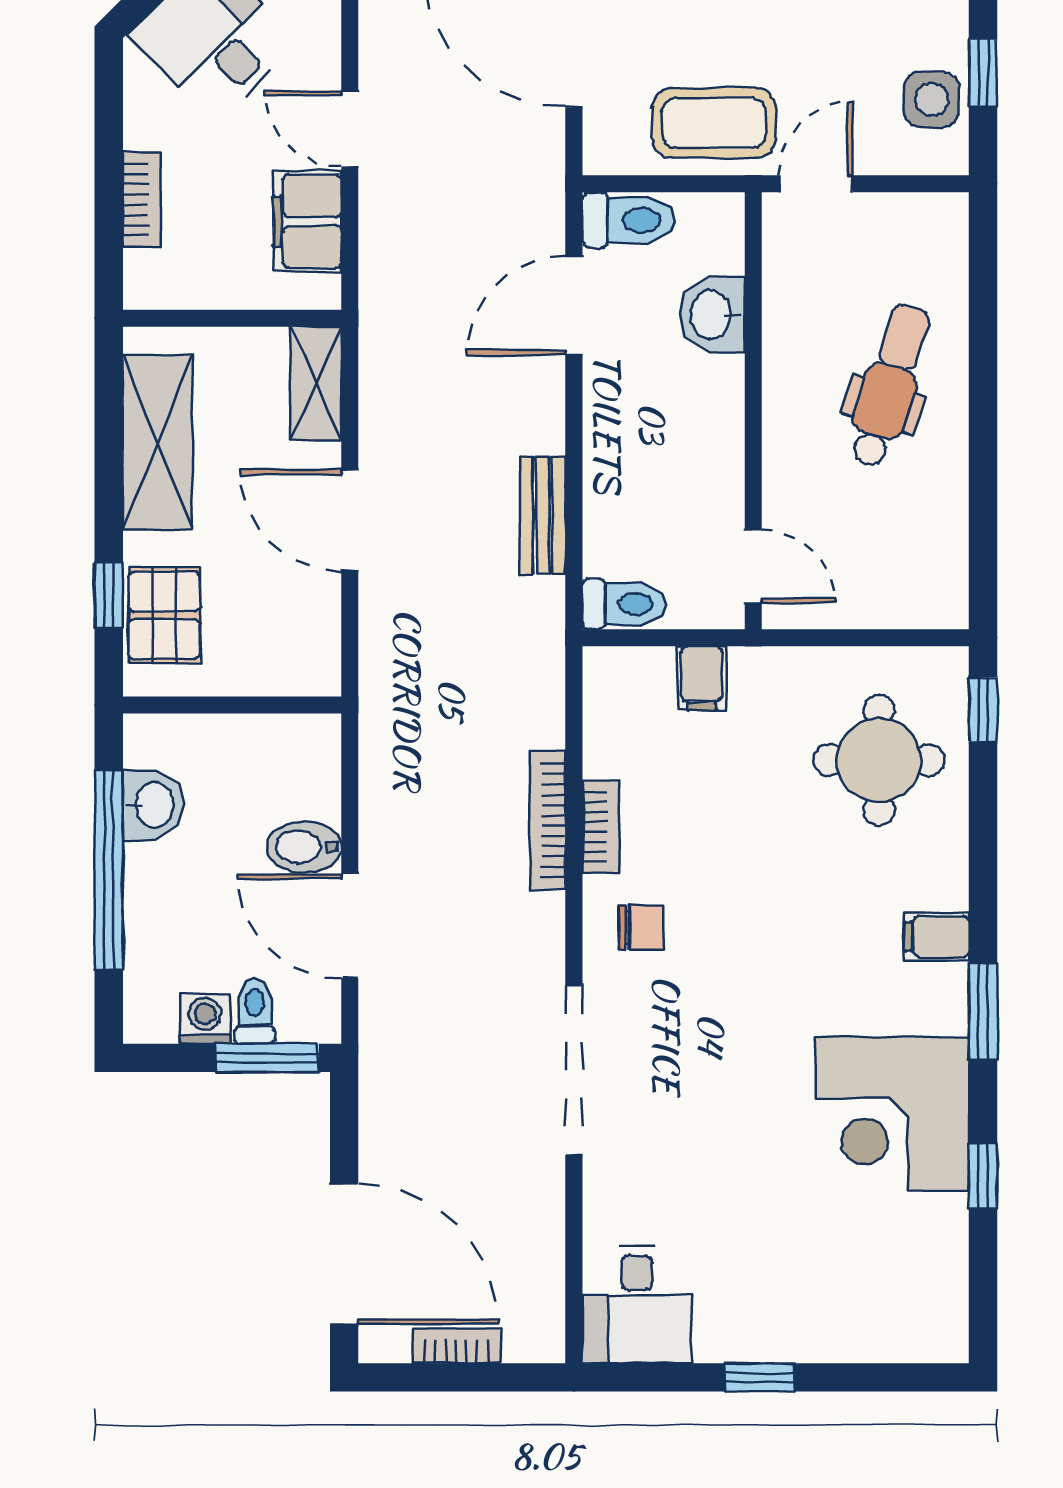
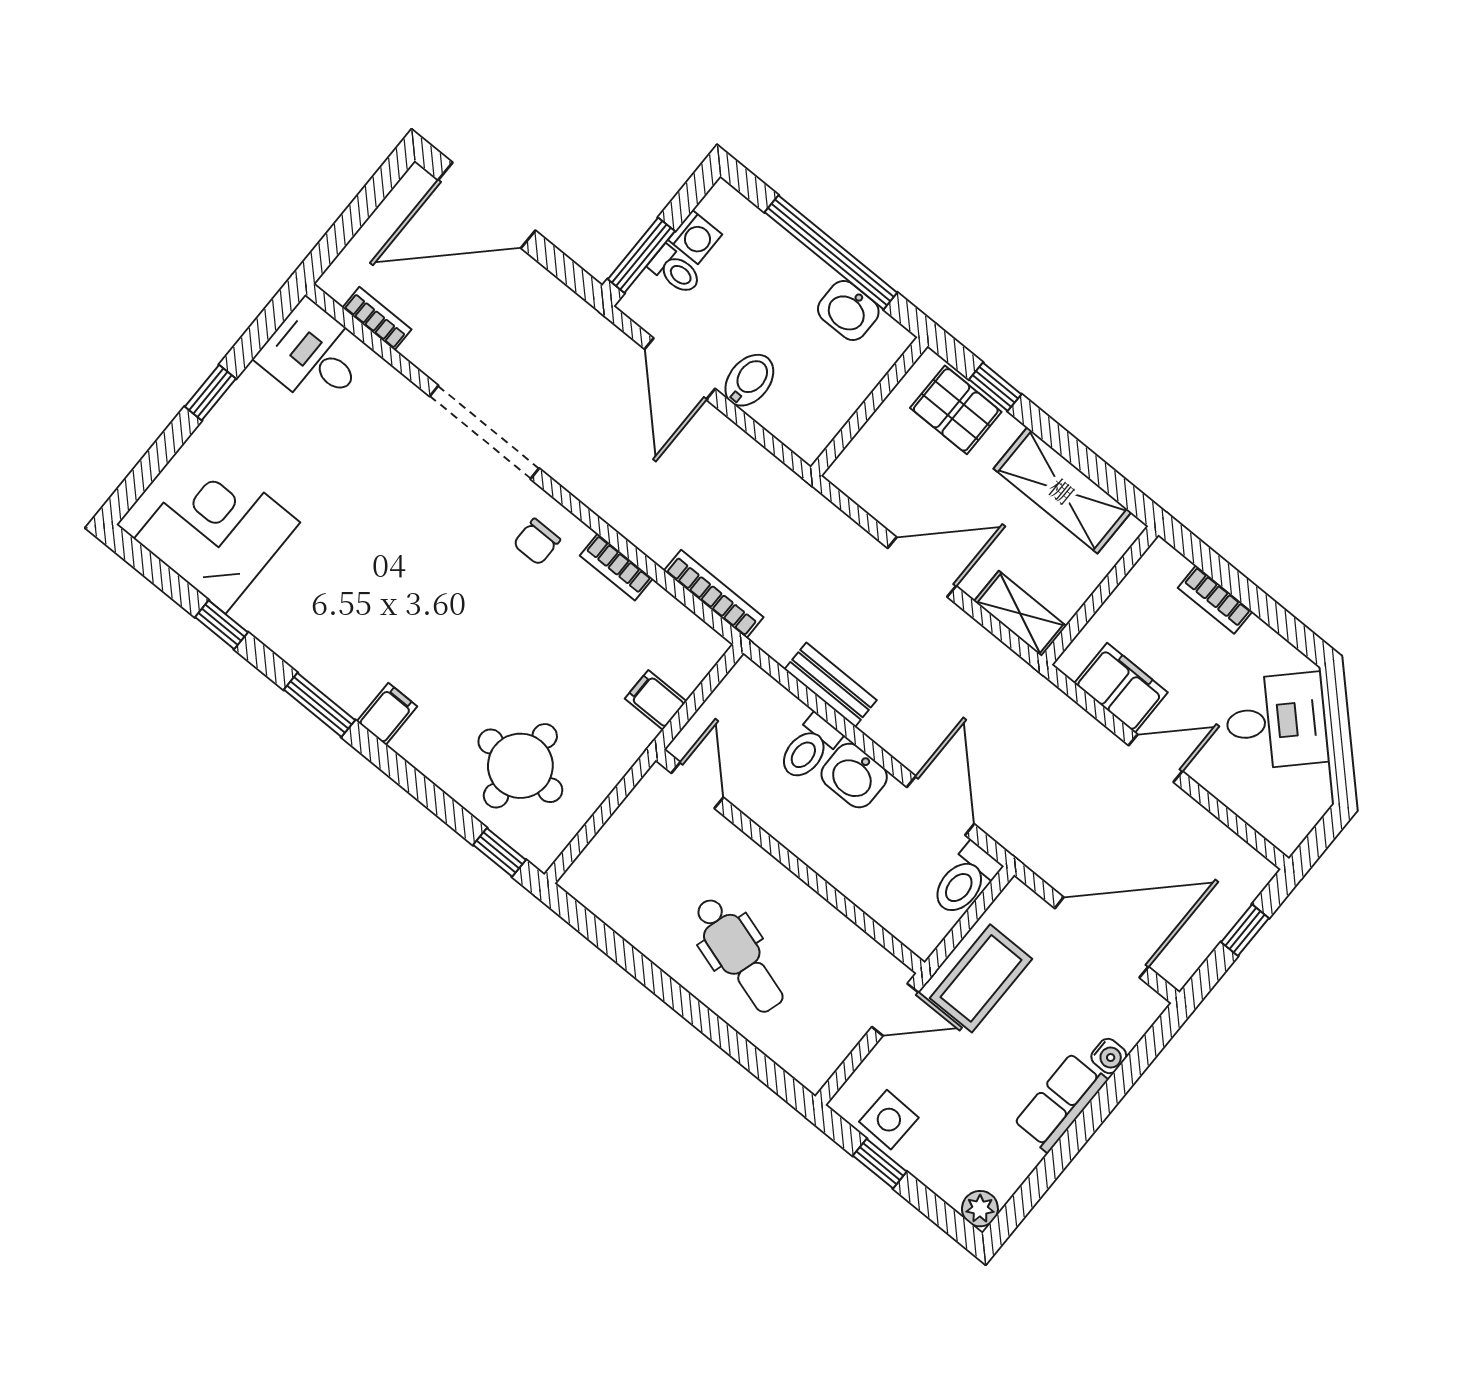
door: (816, 184) -> (895, 1010), hinge flipped
washbasin: (712, 315) -> (854, 776), moved, turned 180
door: (753, 566) -> (697, 785), swing flipped
toilet: (624, 604) -> (809, 748), moved
bookcase: (548, 821) -> (714, 594), moved
door: (350, 926) -> (680, 369), swing flipped
corner desk: (892, 1114) -> (217, 531), moved
bookcase: (457, 1346) -> (377, 318), moved, turned -90

